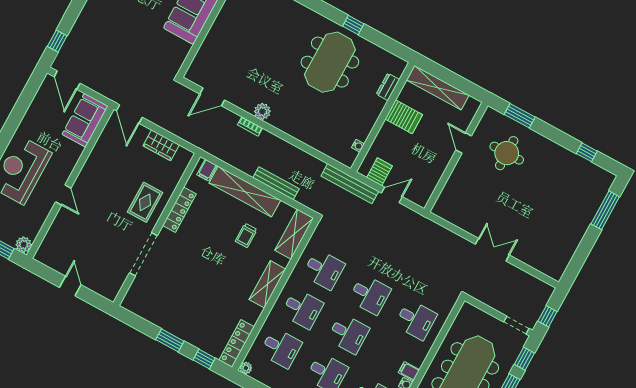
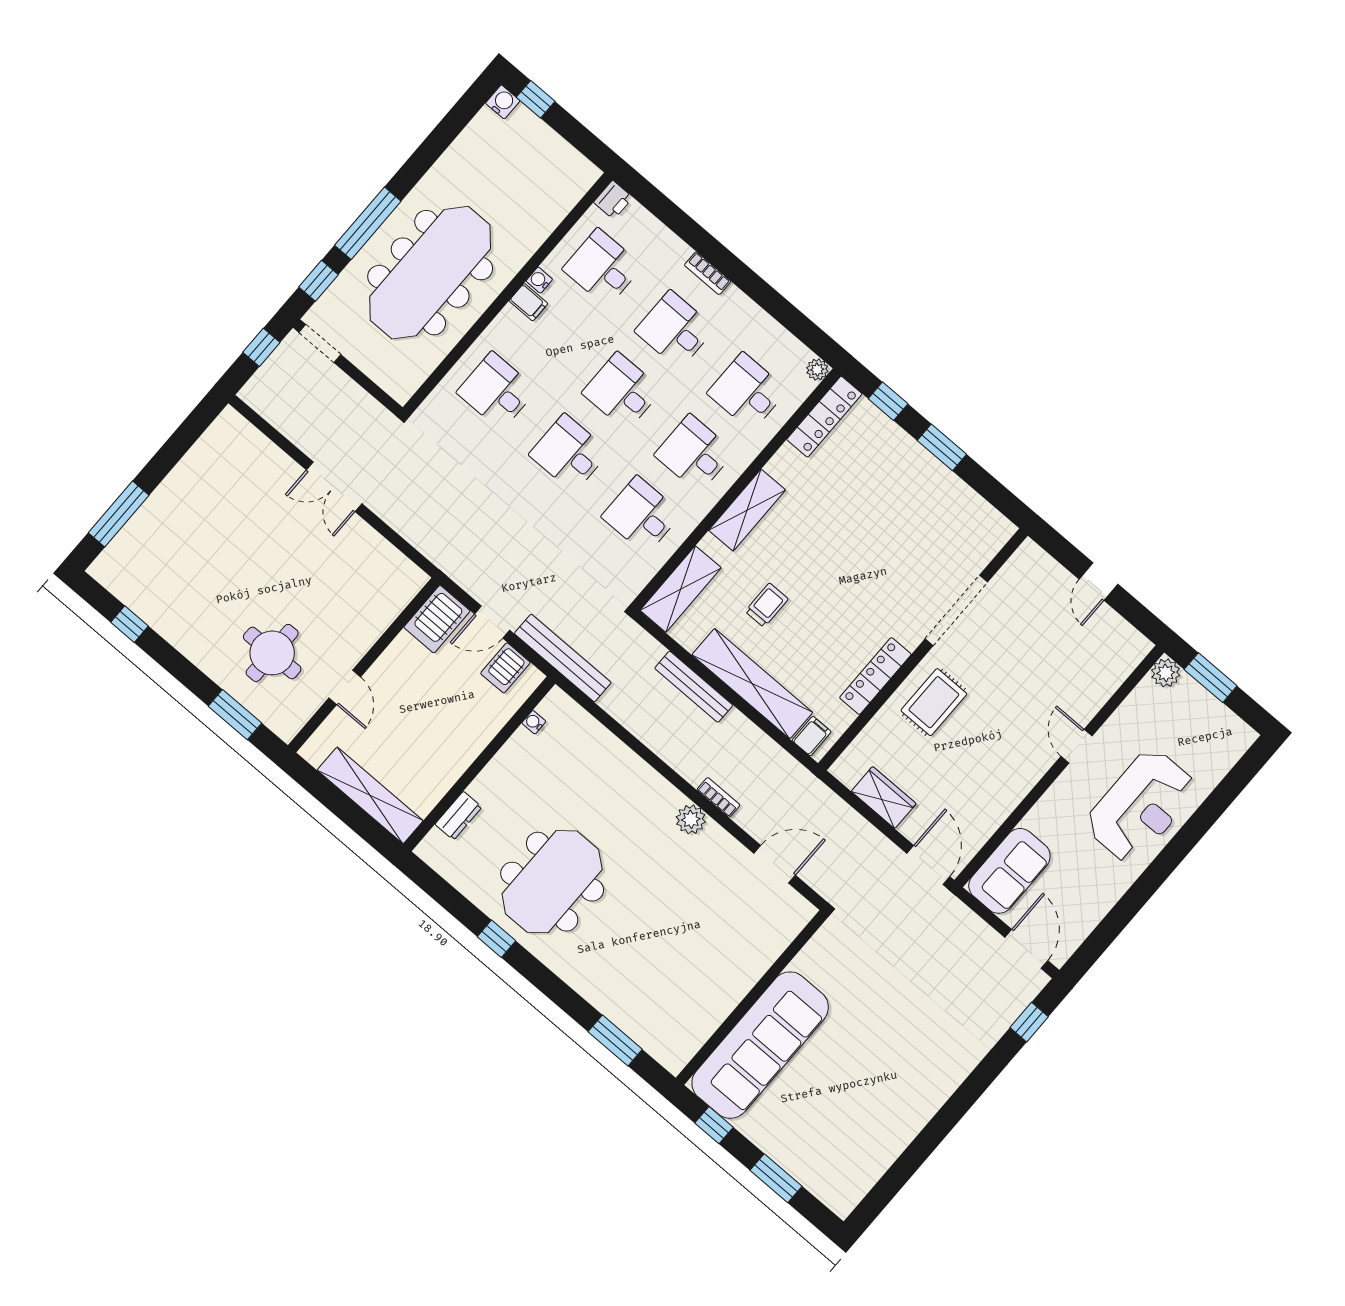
server rack: (404, 117) -> (437, 619), moved, turned -90

